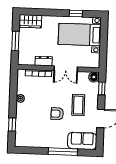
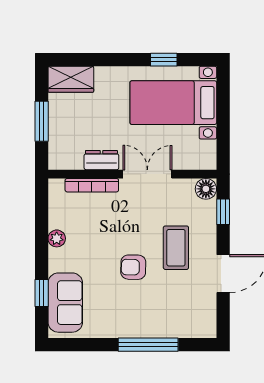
double door: (66, 69) -> (147, 174), swing flipped
sofa: (82, 141) -> (65, 303), moved, turned 90

